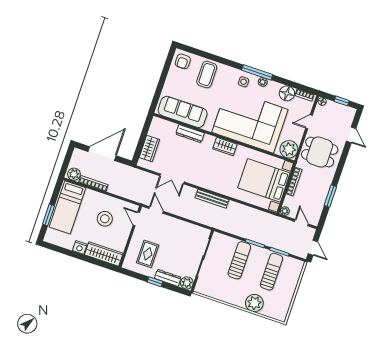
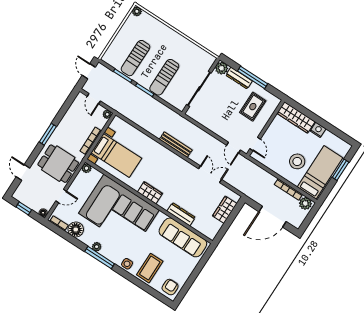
side table: (244, 82) -> (127, 264), moved
plant: (289, 149) -> (86, 168), width x0.53, depth x0.53
bed with nightstands: (264, 180) -> (116, 156), width x0.73
window: (330, 196) -> (48, 134), moved
stool: (105, 219) -> (297, 161), moved
window: (155, 282) -> (253, 77), width x2.17
plant: (254, 303) -> (137, 11), moved, width x0.53, depth x0.53

